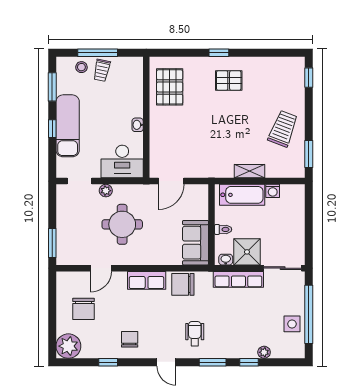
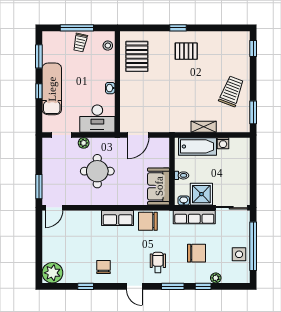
stool: (81, 67) -> (108, 46), moved
door: (101, 268) -> (54, 208), moved
chair: (84, 309) -> (197, 253), moved, turned -90

